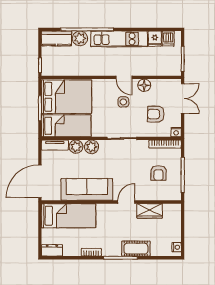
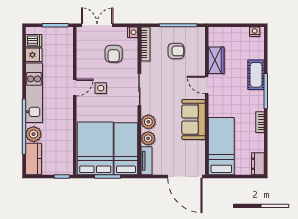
floor lamp: (144, 85) -> (83, 66), removed
sofa: (87, 189) -> (193, 120), width x0.73

